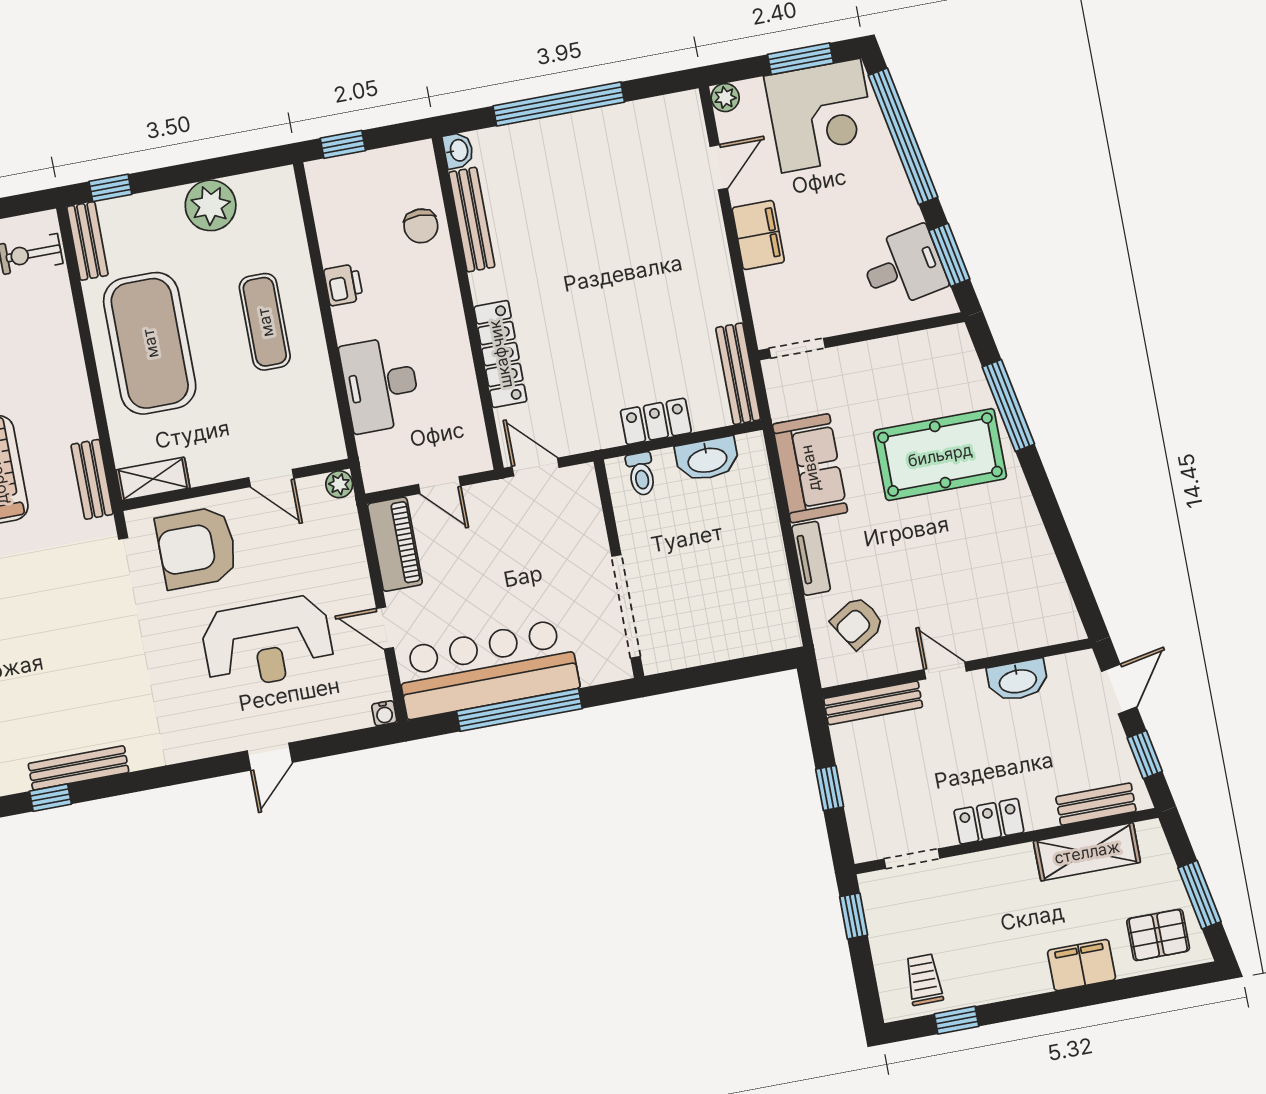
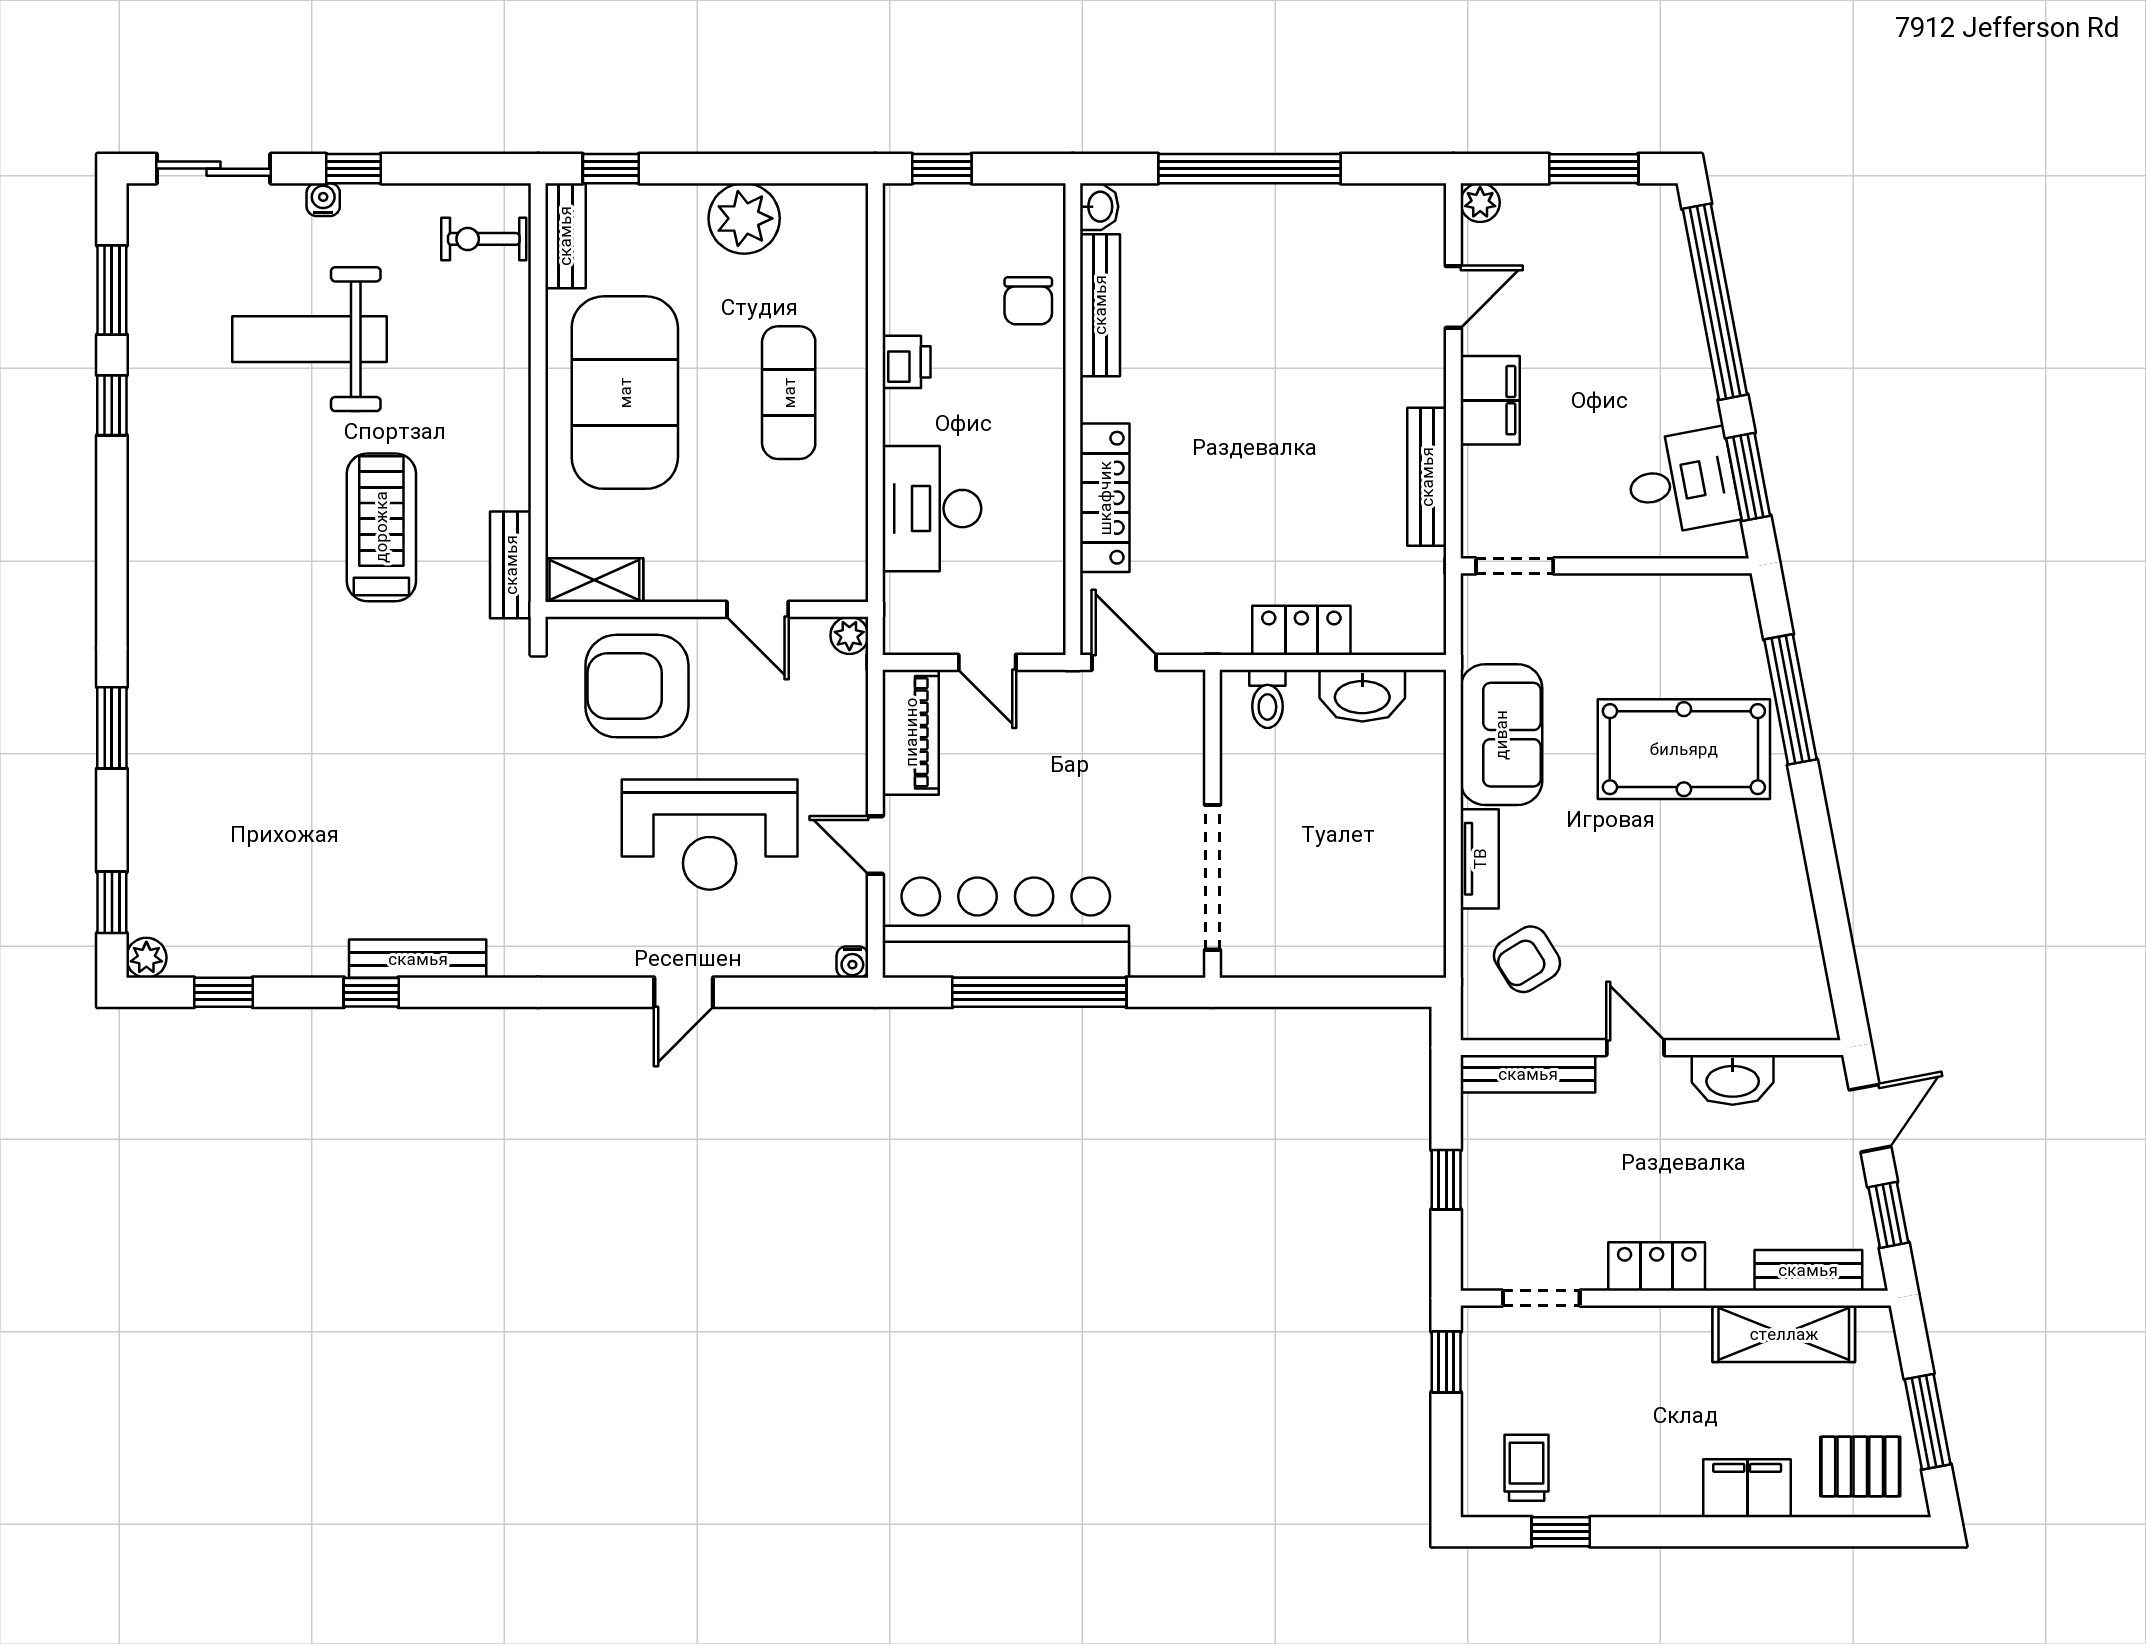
corner desk: (821, 116) -> (1607, 252), removed
bench: (738, 374) -> (1427, 477), moved

